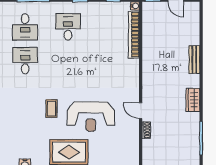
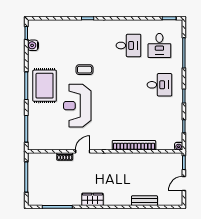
desk: (25, 27) -> (159, 45), turned -90
bookcase: (134, 35) -> (134, 145), moved
bench: (194, 60) -> (145, 201), moved

